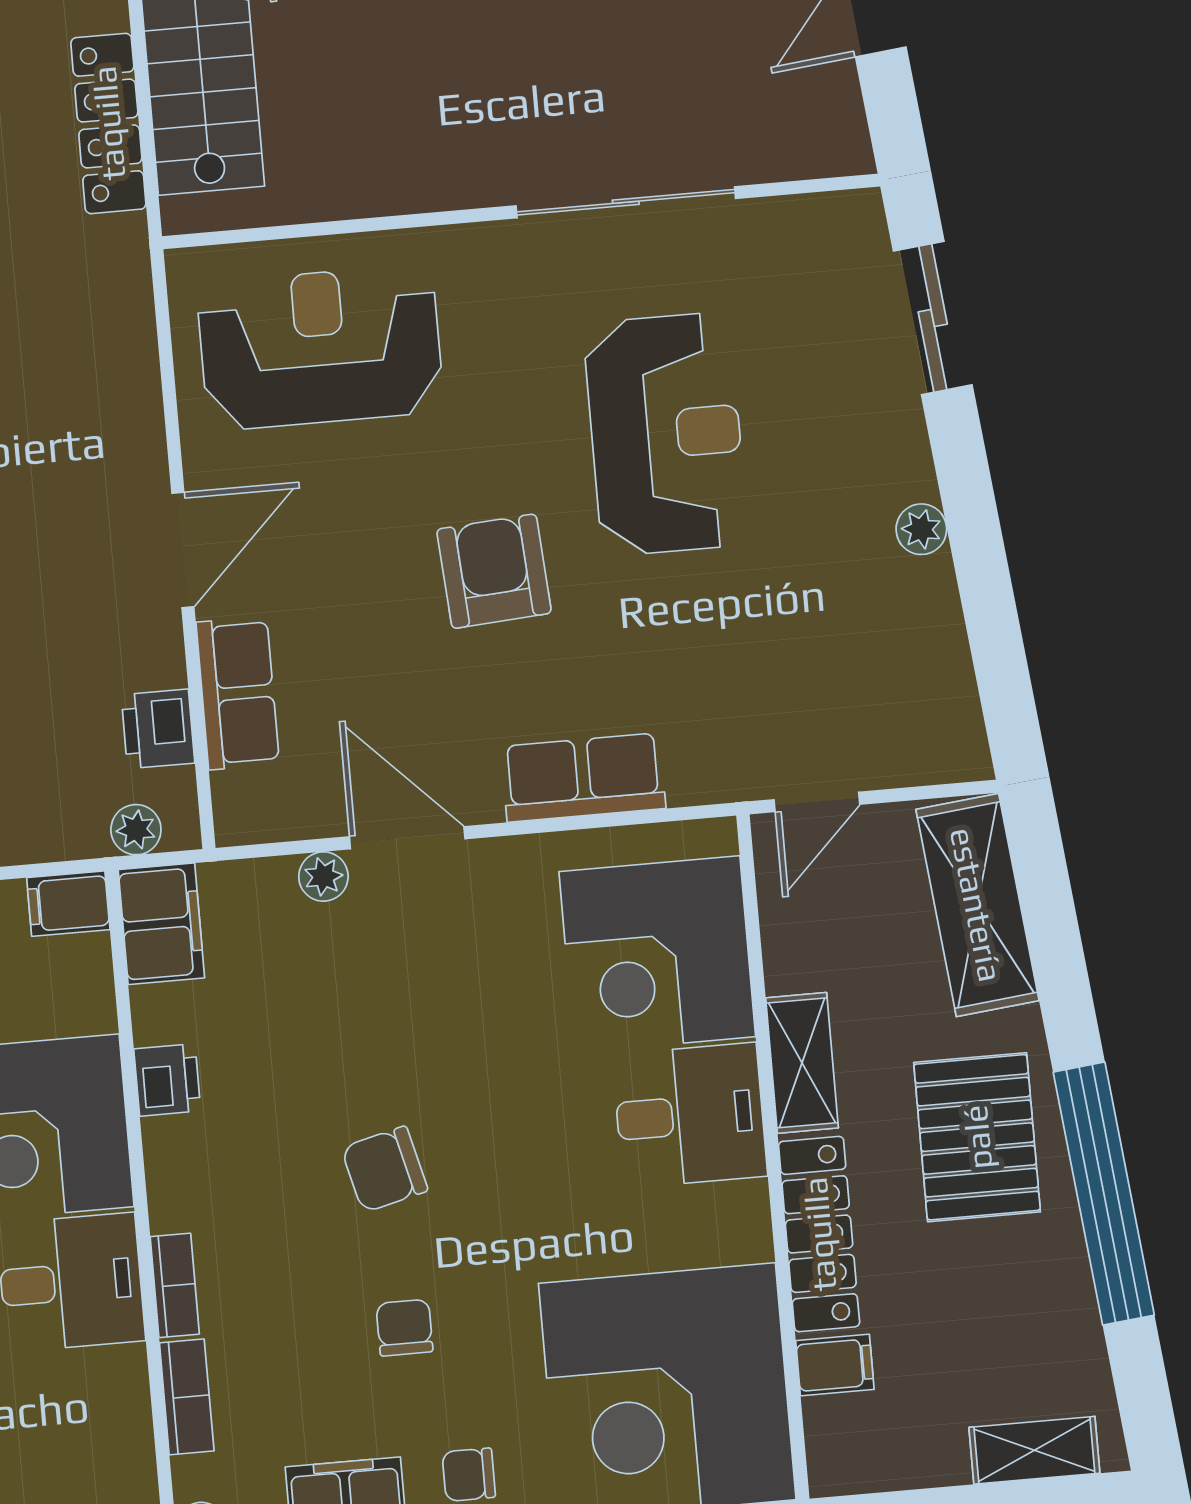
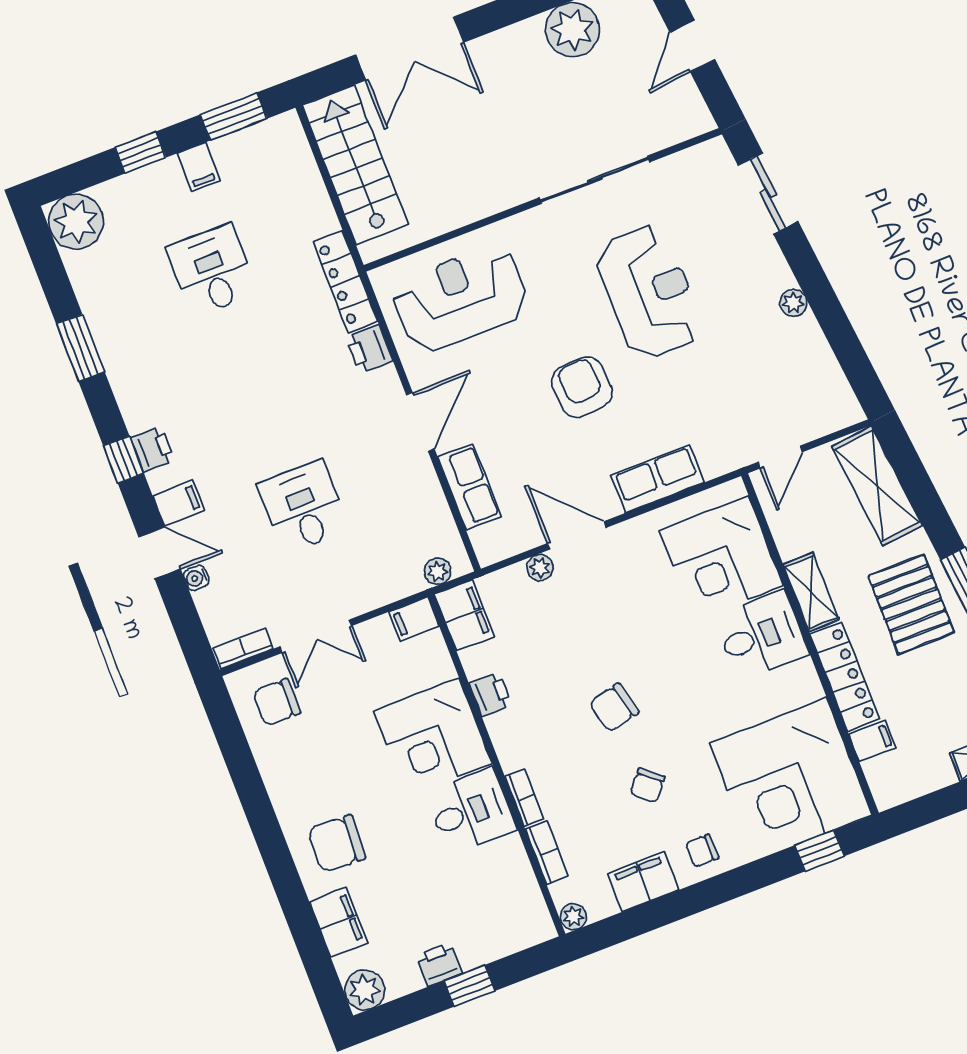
locker: (108, 123) -> (345, 282), moved
printer: (158, 729) -> (369, 349), moved
chair: (405, 1328) -> (648, 785), turned -140

